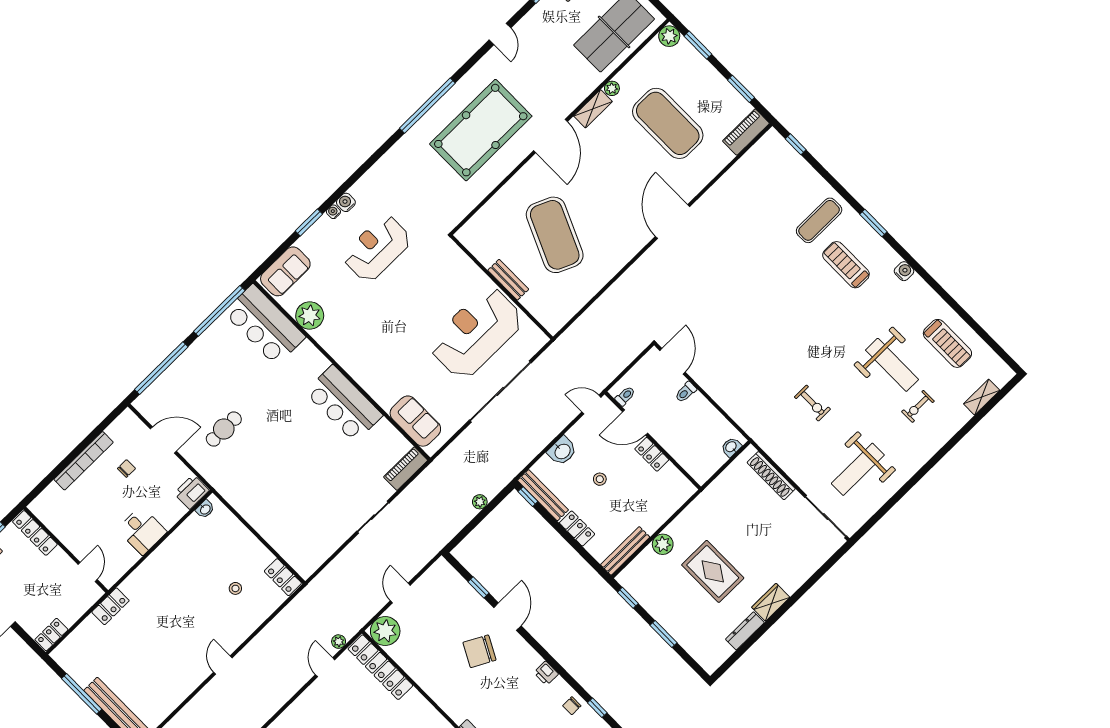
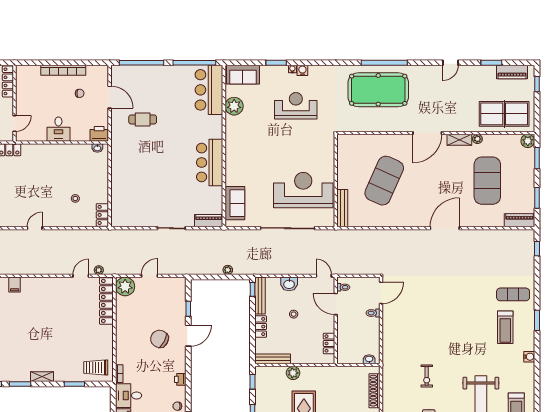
pool table: (481, 130) -> (378, 90), moved
treadmill: (846, 265) -> (505, 327), turned 180
bench: (508, 280) -> (342, 208), moved, width x1.36
locker: (652, 454) -> (329, 343), moved

